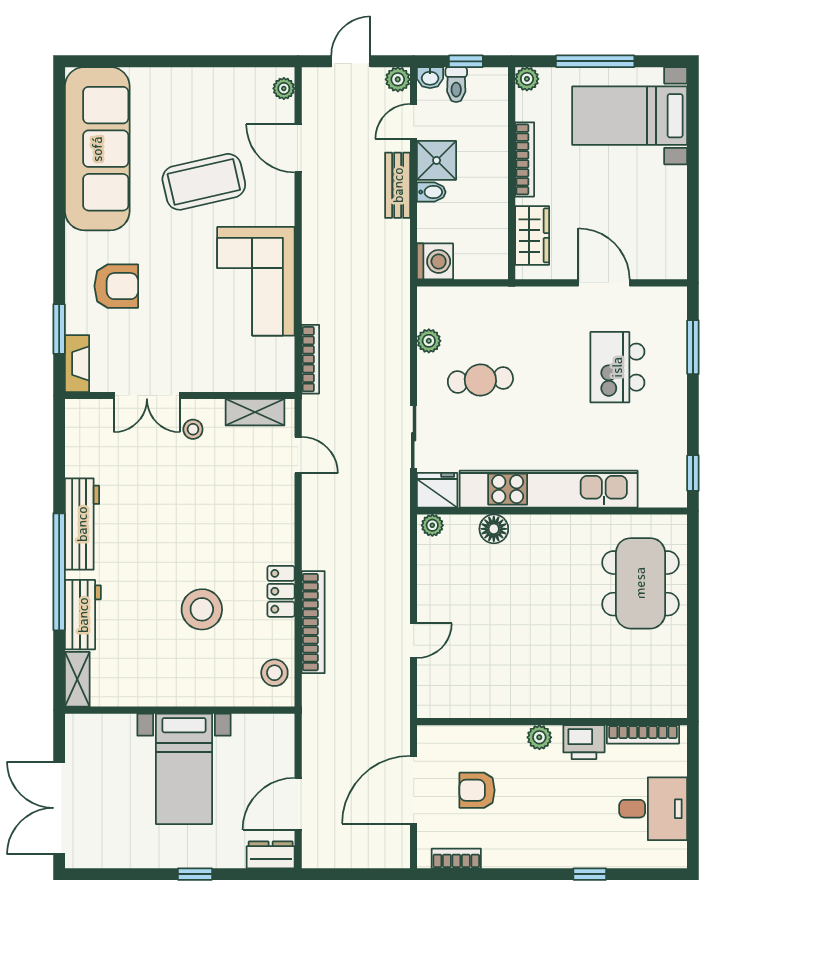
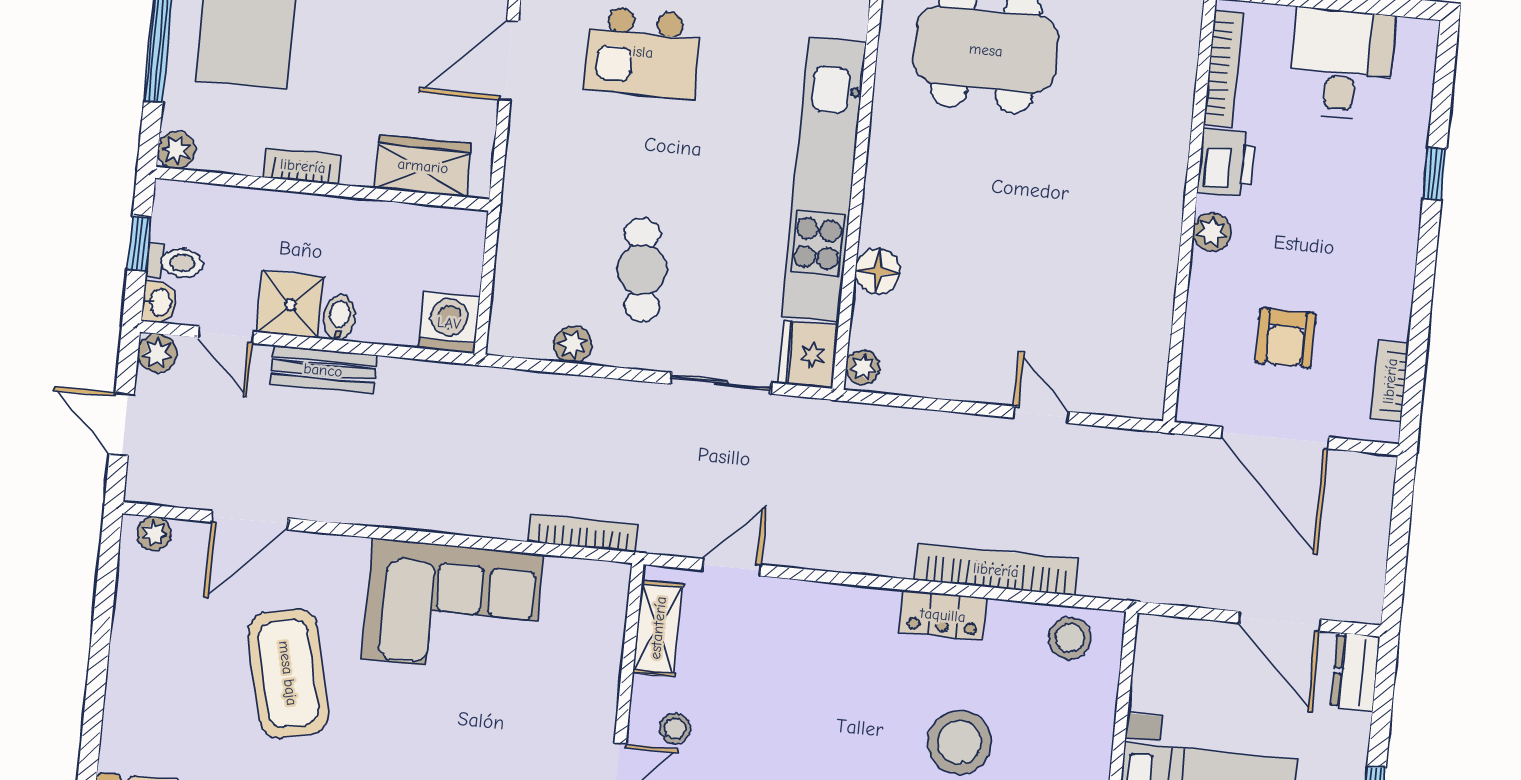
bookcase: (525, 159) -> (303, 166), width x0.64

